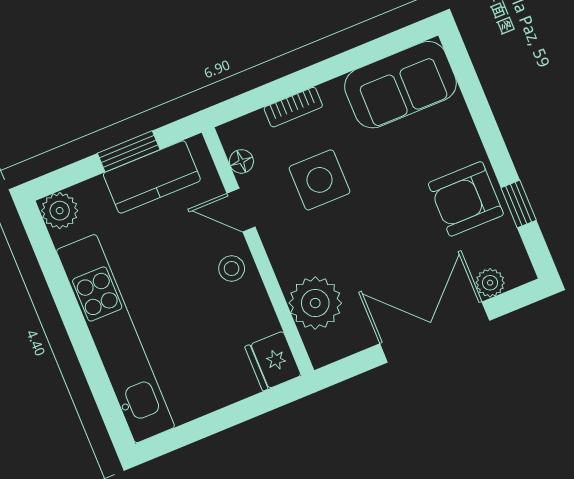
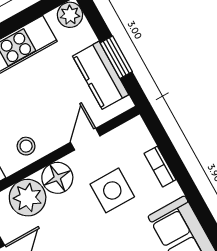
floor lamp: (241, 161) -> (57, 178), moved, width x1.89, depth x1.89
stool: (232, 269) -> (26, 146), moved

